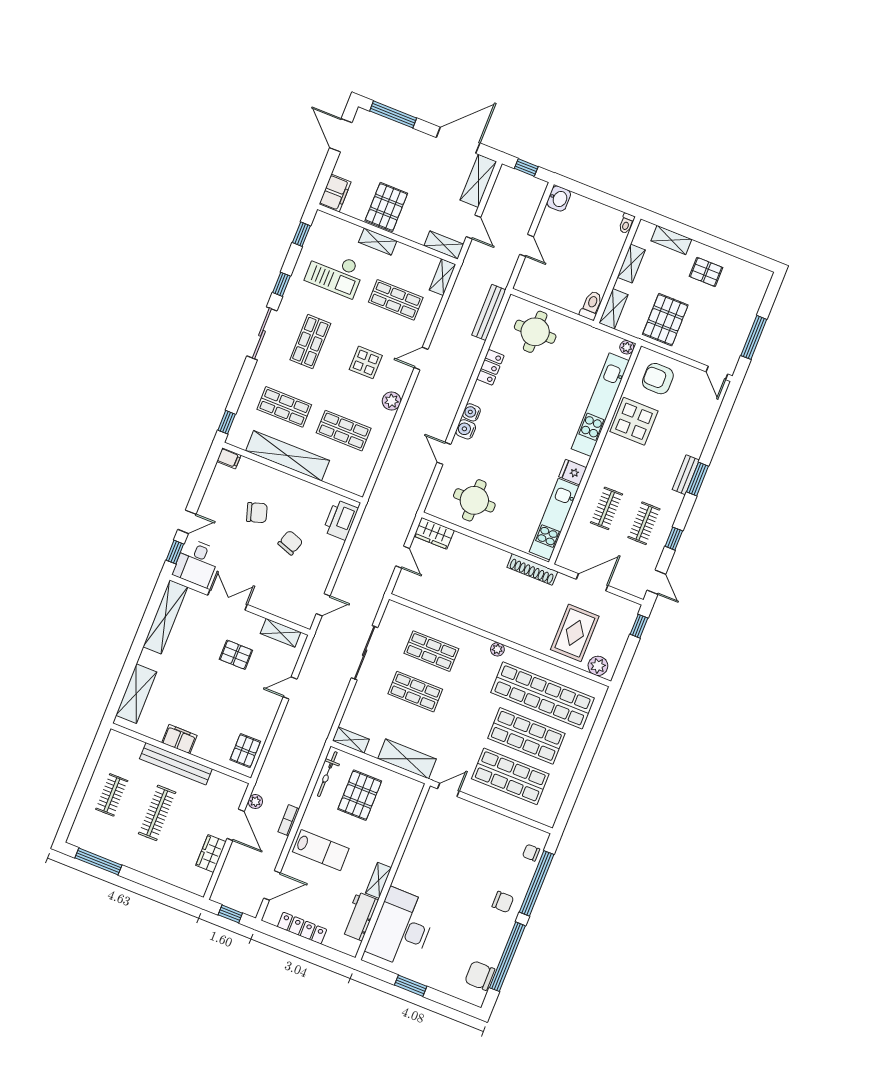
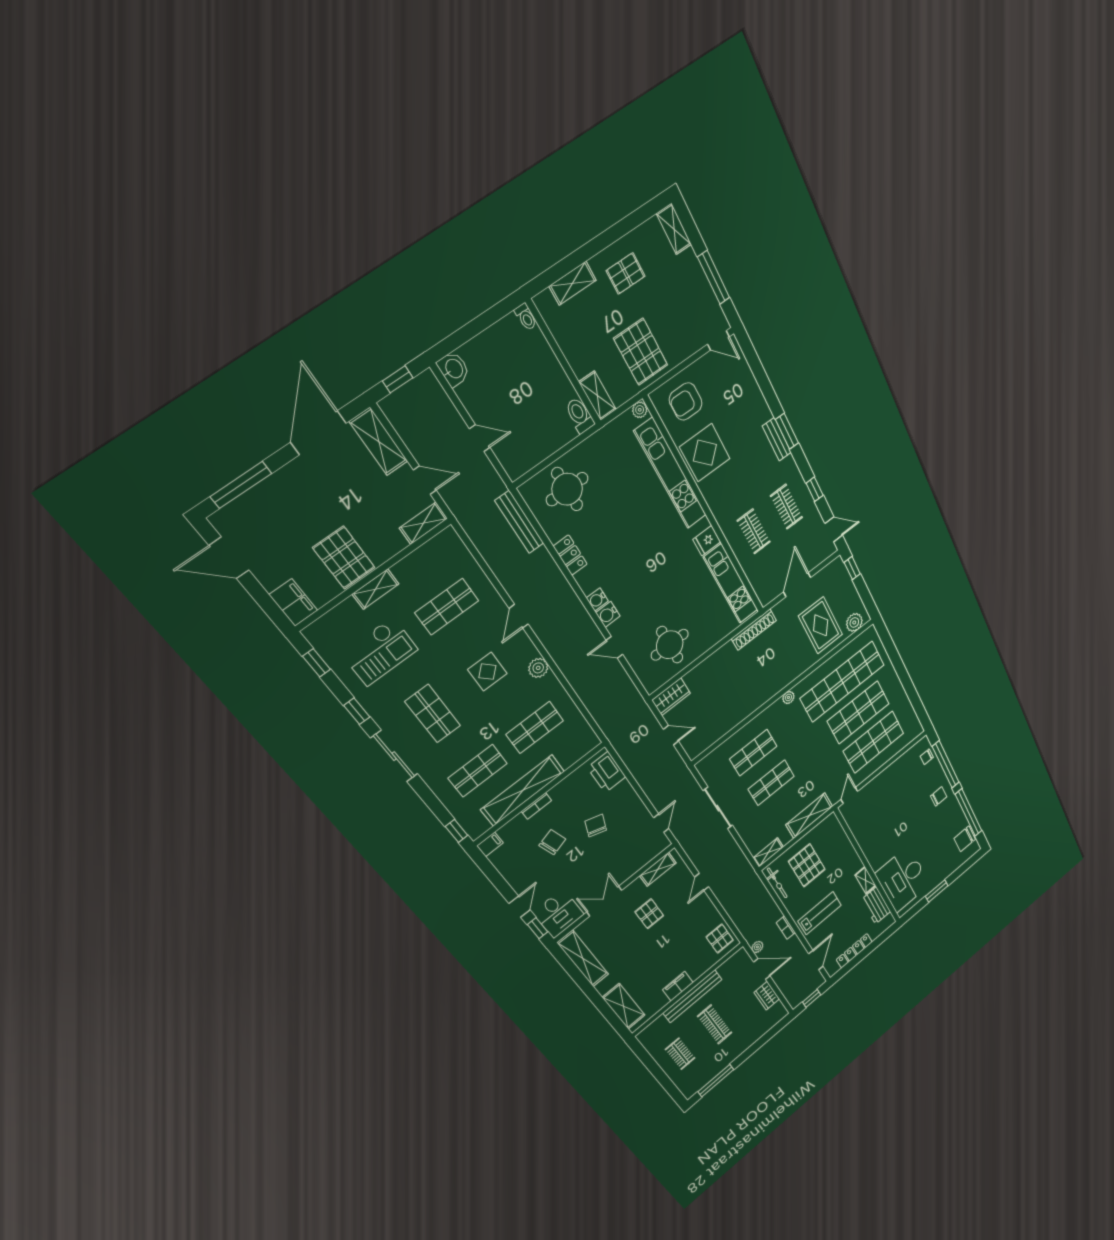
shelving: (631, 264) -> (674, 229), moved
shelving: (443, 277) -> (455, 546), removed
bookcase: (281, 477) -> (536, 806), added
pallet: (236, 655) -> (649, 914), turned 90

